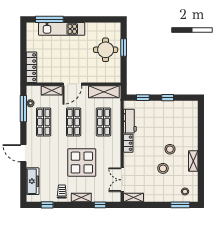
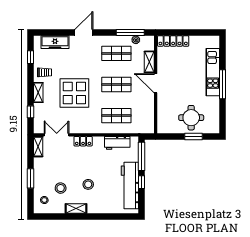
window: (49, 19) -> (223, 84), moved
shelving: (104, 92) -> (148, 116), removed
window: (143, 98) -> (142, 156), width x2.17
workbench: (171, 109) -> (130, 186), added
locker: (128, 143) -> (83, 141), moved
stool: (163, 168) -> (61, 188), moved
window: (180, 205) -> (30, 178), moved

